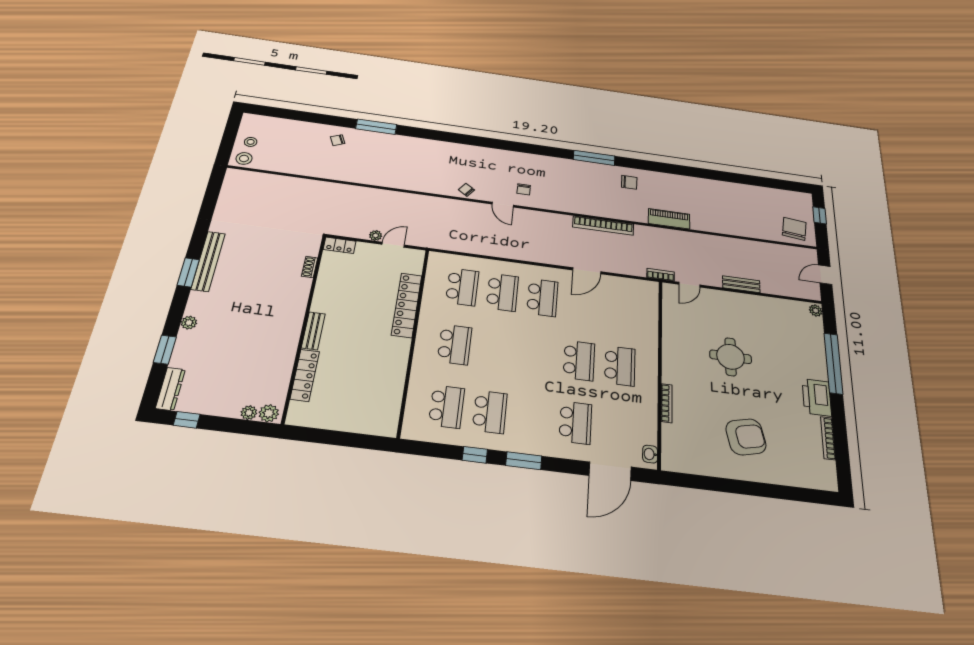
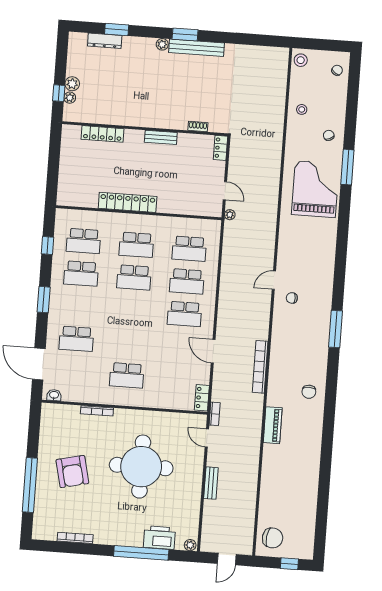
stool: (251, 142) -> (302, 109), moved
grand piano: (399, 158) -> (315, 189), added
window: (594, 158) -> (335, 329), moved
chair: (466, 190) -> (337, 70), moved
plant: (376, 236) -> (230, 215), moved
door: (825, 275) -> (227, 559), swing flipped
locker: (643, 286) -> (202, 398), added
locker: (407, 305) -> (128, 202), moved
plant: (189, 323) -> (162, 44), moved
bench: (313, 331) -> (161, 137), moved
round table: (731, 357) -> (141, 467), width x1.86, depth x1.86
school desk: (579, 361) -> (134, 277), moved
dresser: (170, 389) -> (105, 41), moved
printer: (817, 397) -> (159, 538), moved
plant: (269, 413) -> (72, 84), moved
window: (187, 420) -> (59, 93), moved
window: (475, 455) -> (48, 245), moved
window: (770, 491) -> (30, 485), added

